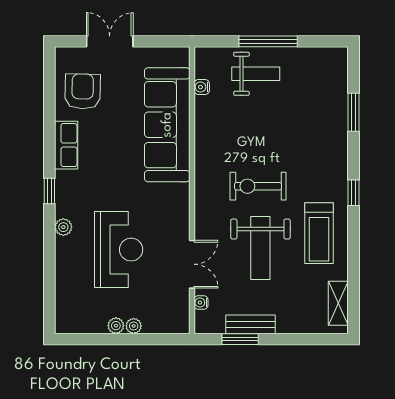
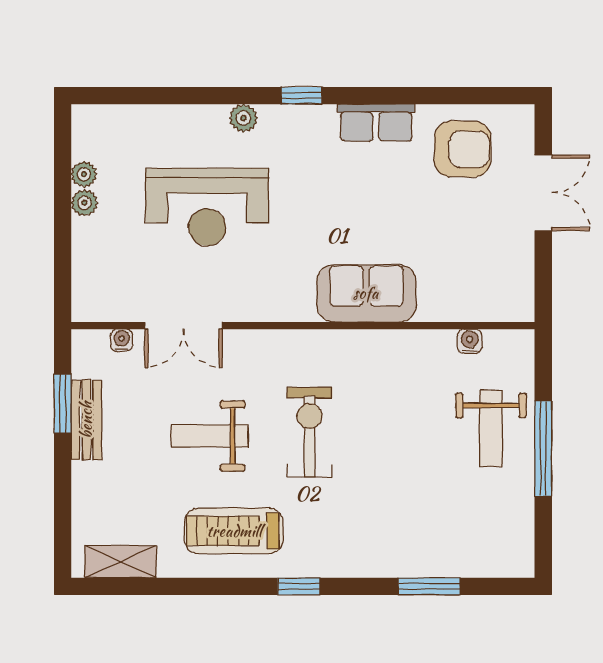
sofa: (167, 125) -> (366, 293), width x0.54, depth x0.79
weight bench: (260, 248) -> (210, 436), width x0.73, depth x0.75
plant: (134, 326) -> (84, 174), moved

